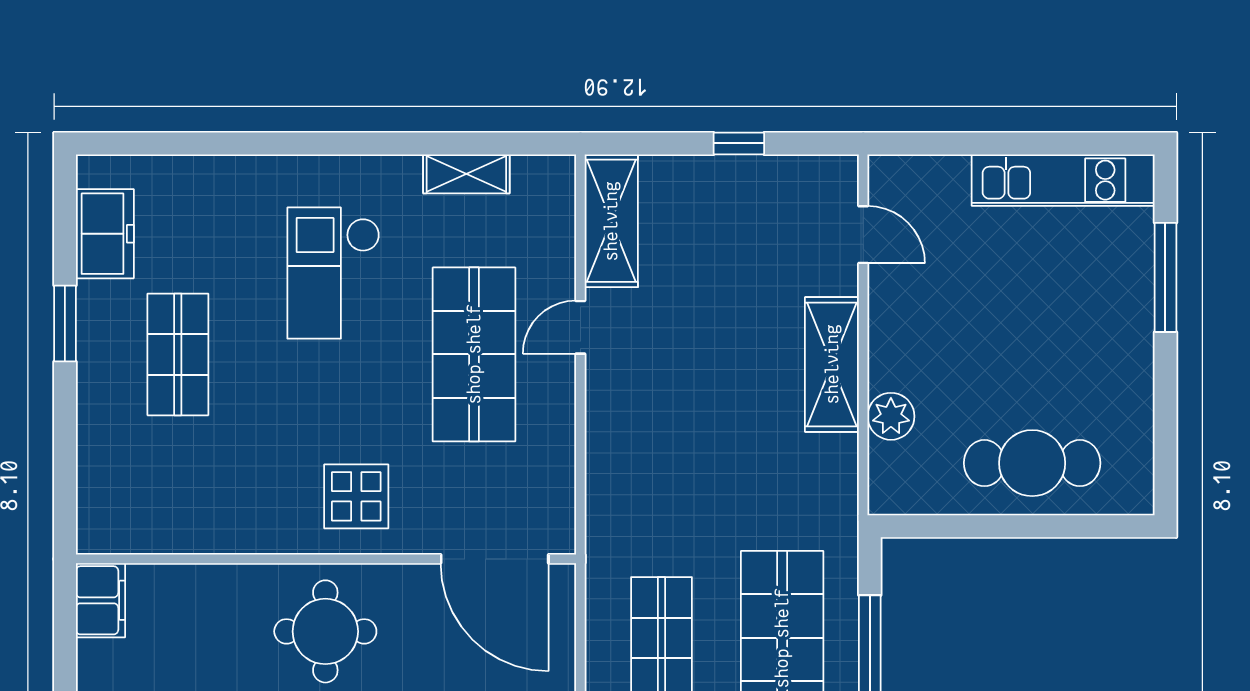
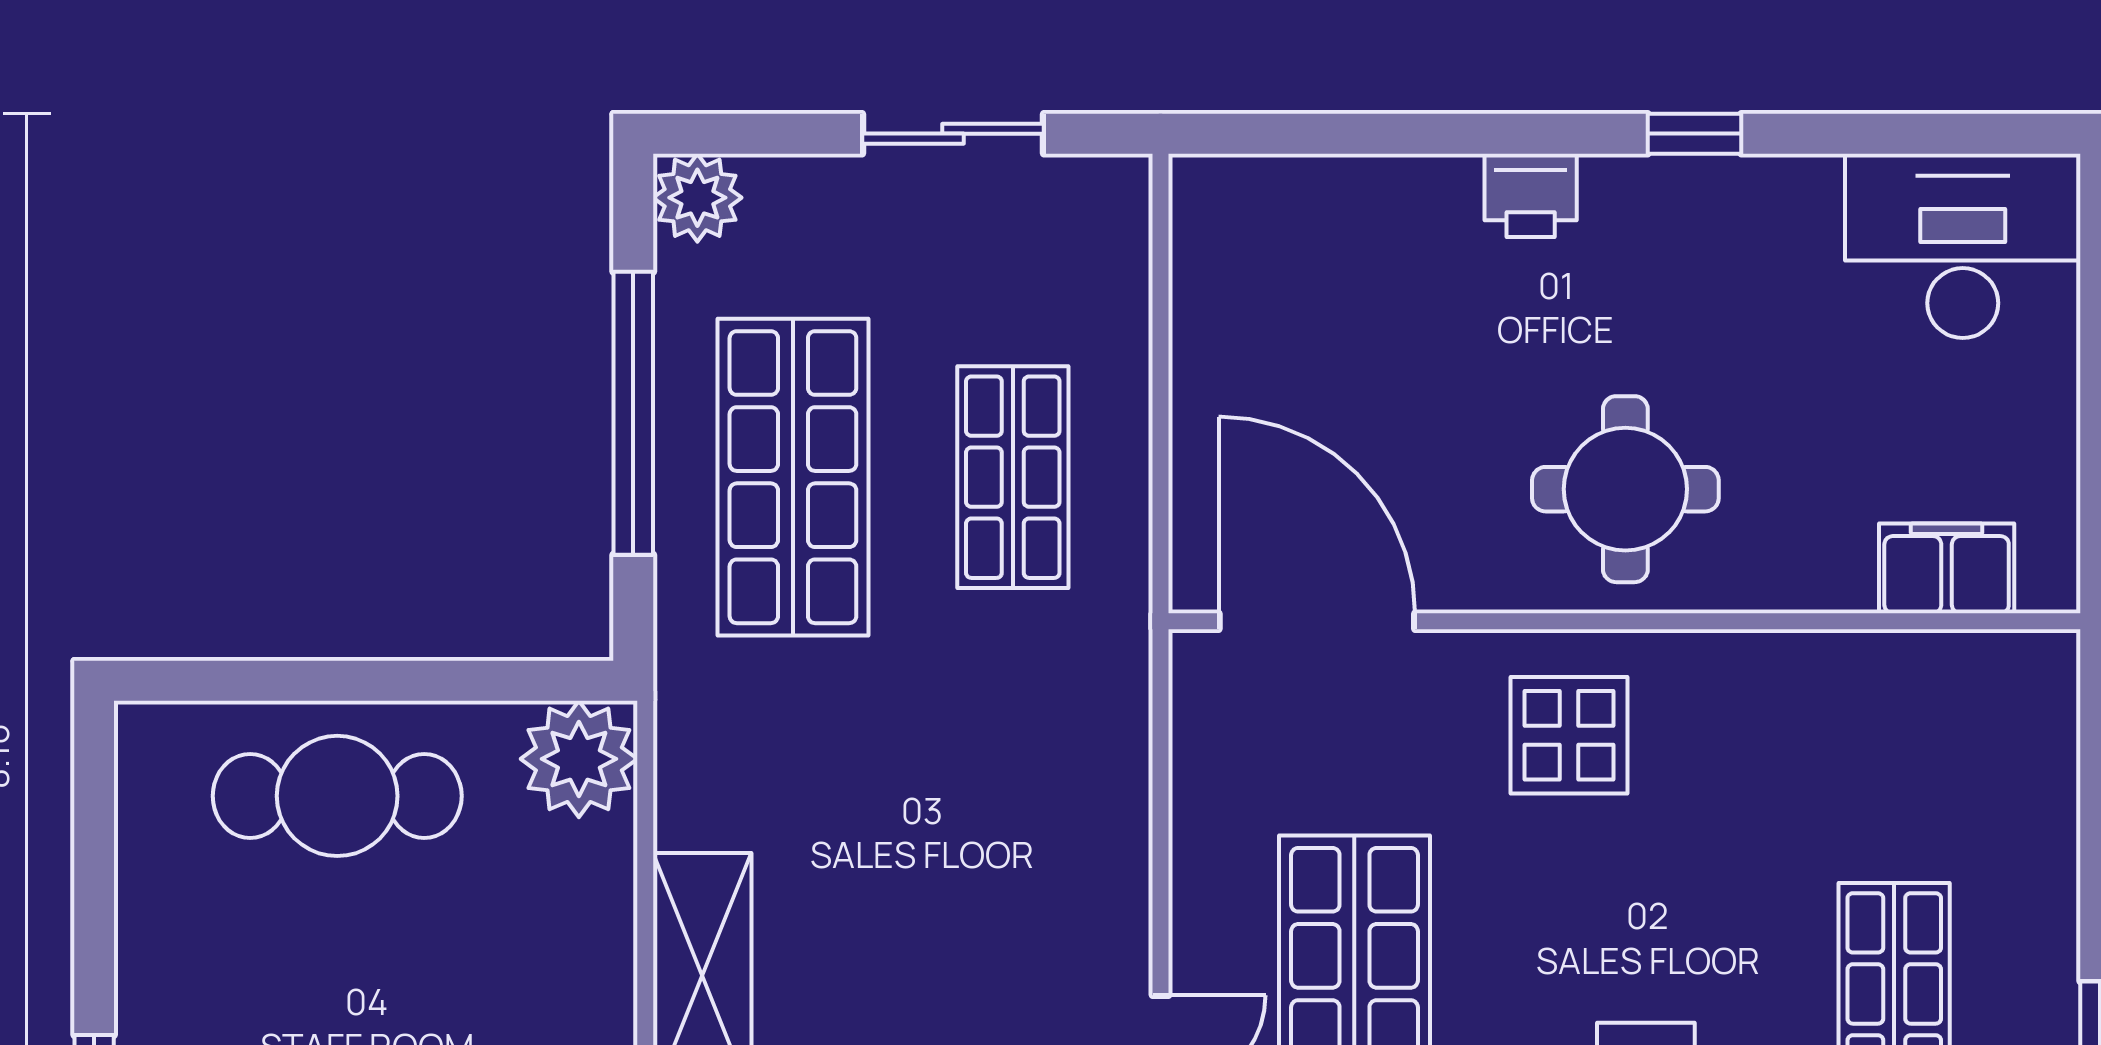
plant: (891, 416) -> (579, 759), moved, width x1.36, depth x1.36
filing cabinet: (100, 600) -> (1947, 568), moved, turned 90

